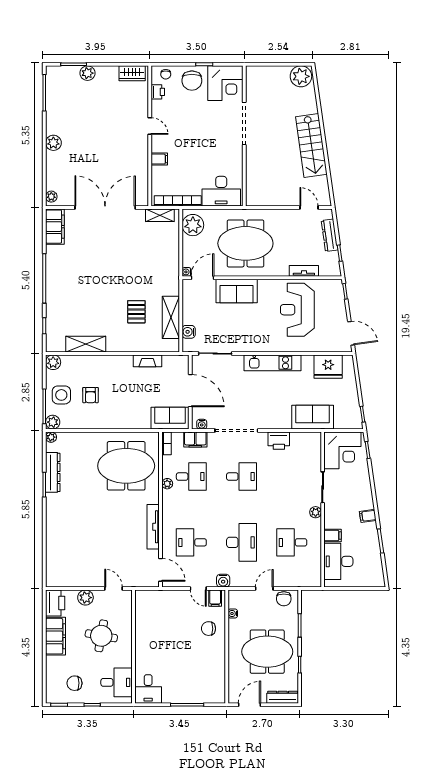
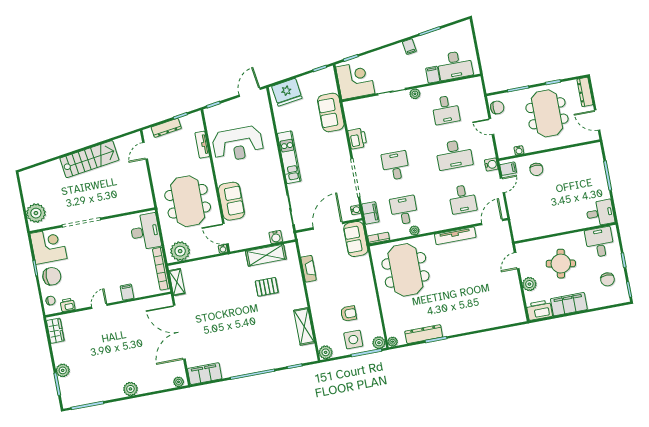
plant: (301, 76) -> (36, 213), moved
fridge: (328, 367) -> (287, 92), moved, turned 82
desk: (242, 542) -> (454, 154), turned 180

